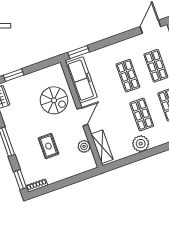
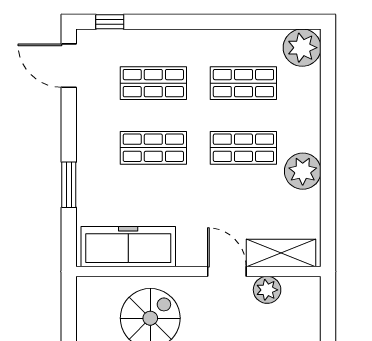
window: (78, 52) -> (69, 185), moved
door: (82, 117) -> (227, 272), moved

